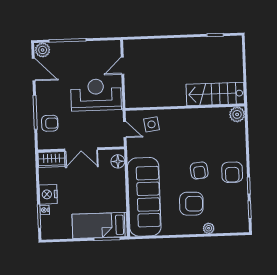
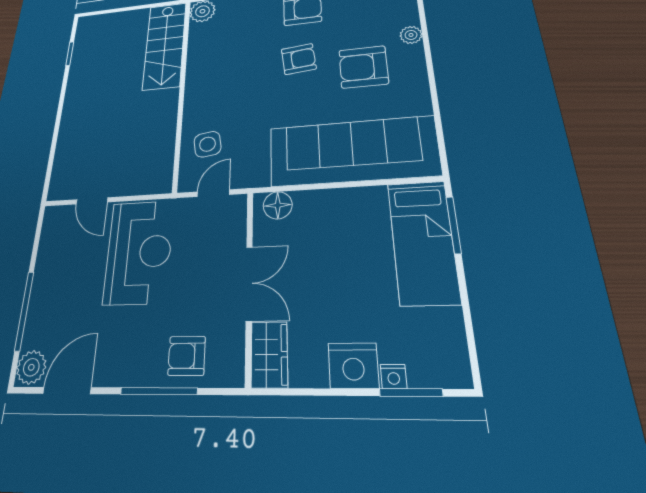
reception desk: (96, 95) -> (139, 252), turned 180
armchair: (50, 123) -> (187, 356), turned -90
armchair: (191, 204) -> (363, 67), turned -92

